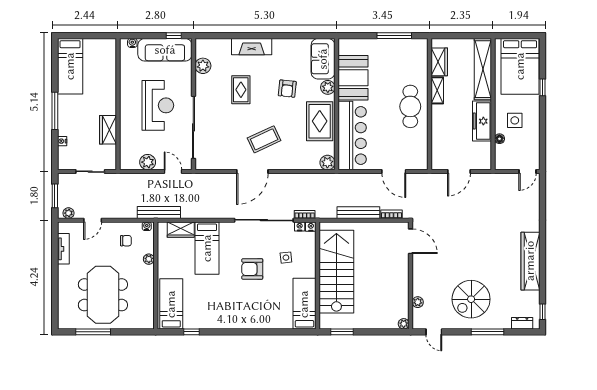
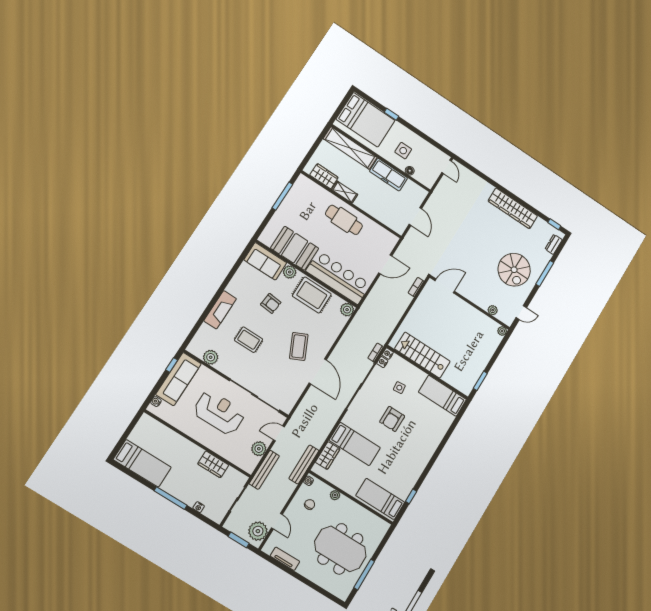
plant: (68, 213) -> (258, 531), width x1.88, depth x1.88
bench: (358, 213) -> (264, 470), moved
stairs: (336, 272) -> (422, 355), width x0.73, depth x0.66

